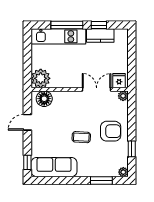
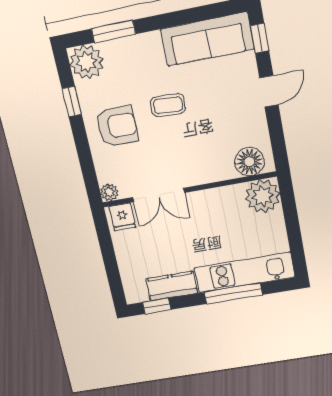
window: (99, 25) -> (157, 306), moved
door: (27, 122) -> (269, 91), moved
armchair: (111, 131) -> (117, 126), turned 180
plant: (123, 172) -> (86, 62), width x1.88, depth x1.88

